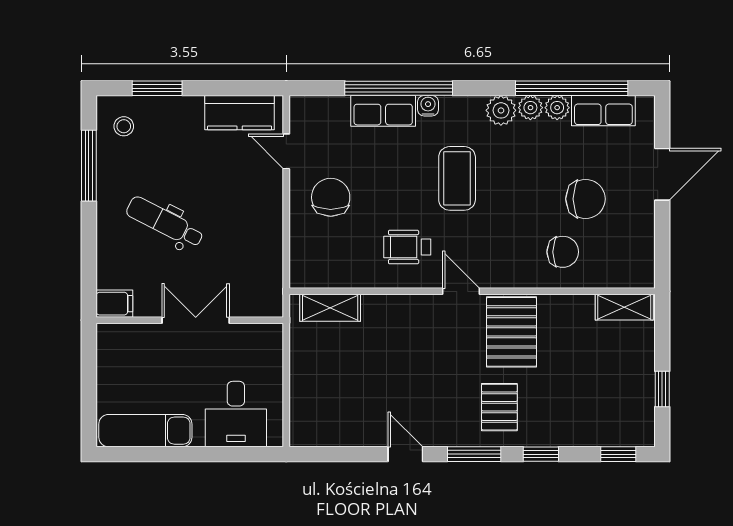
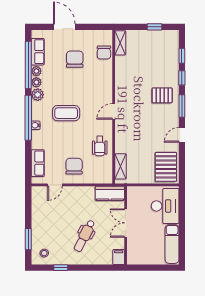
window: (399, 88) -> (28, 118), moved
row of seats: (383, 111) -> (38, 163), moved
kitchen counter: (240, 113) -> (110, 193), moved, turned 90
window: (89, 166) -> (61, 268), width x0.46
chair: (331, 197) -> (74, 166), turned 90
wheelchair: (407, 247) -> (100, 146), moved
chair: (563, 252) -> (104, 52), moved, turned 180
pallet: (511, 332) -> (166, 167), moved, turned 90
desk: (236, 414) -> (165, 206), width x1.37
window: (618, 454) -> (182, 56), moved

